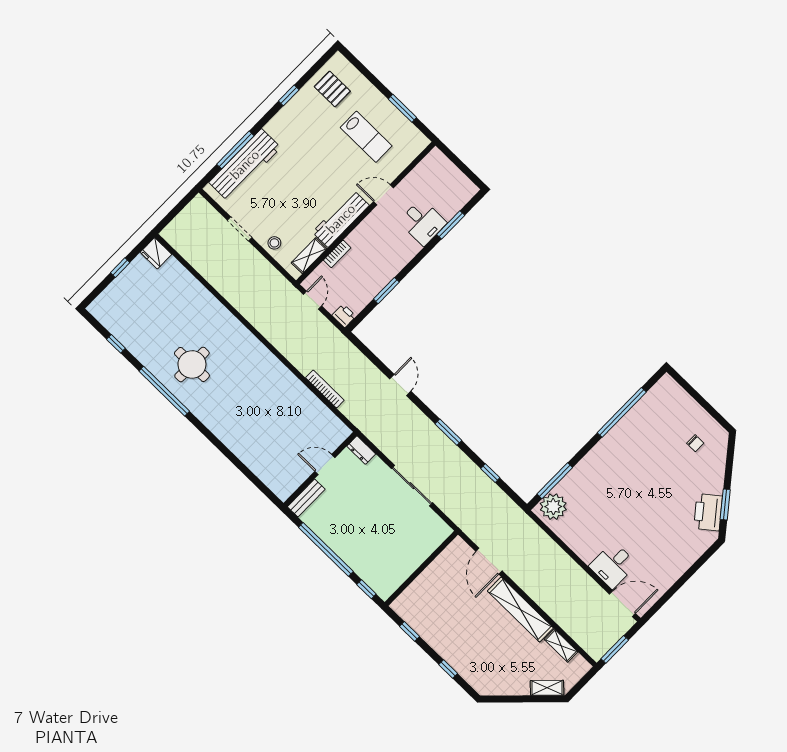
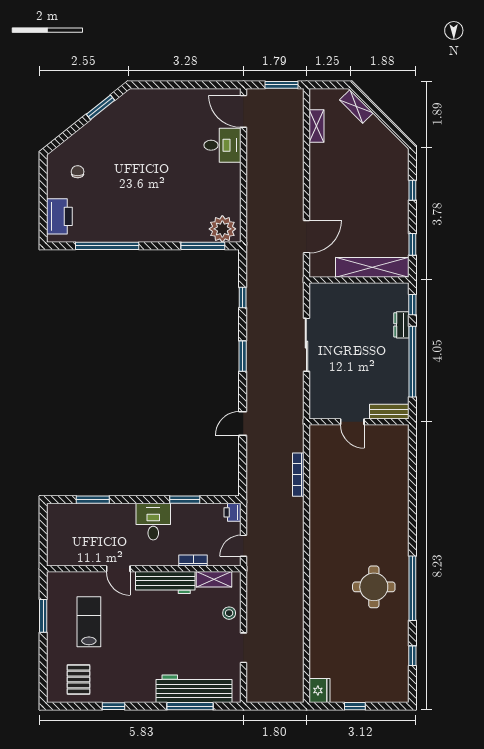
desk: (423, 222) -> (153, 522), moved
dresser: (361, 450) -> (401, 325), moved, turned 180
printer: (708, 512) -> (59, 216), moved, turned -51
shelving: (520, 610) -> (372, 267), moved, turned 90

